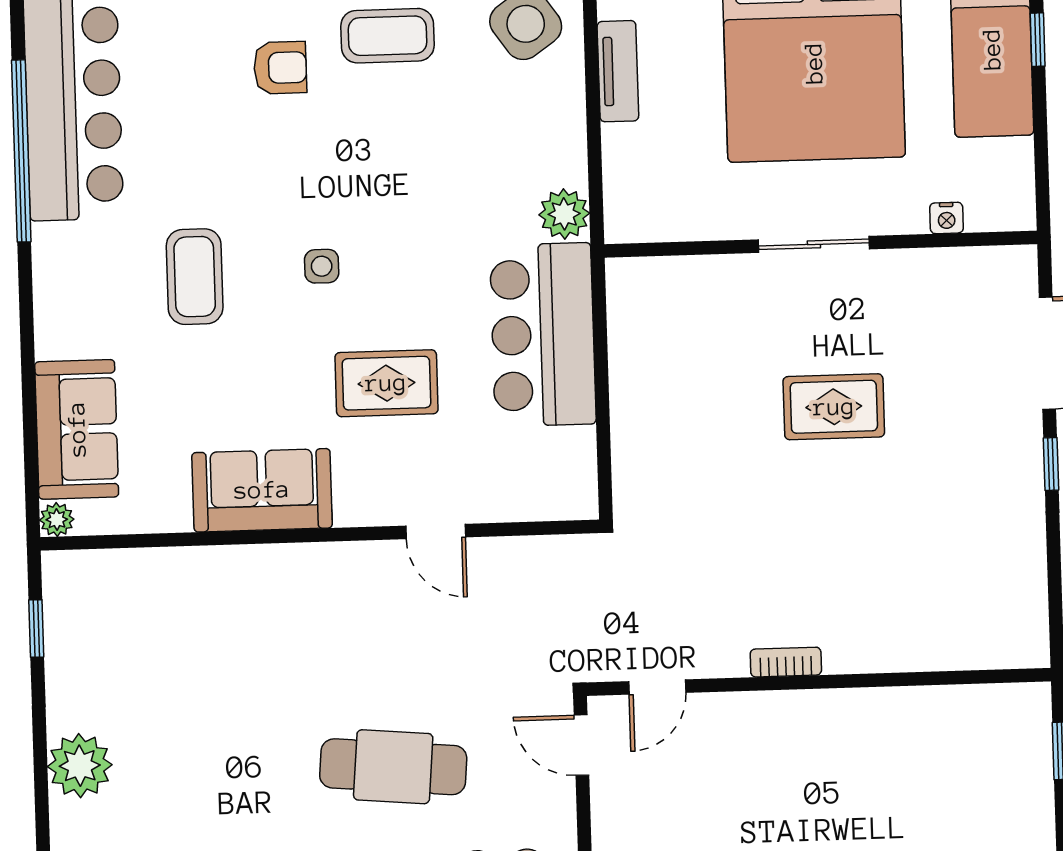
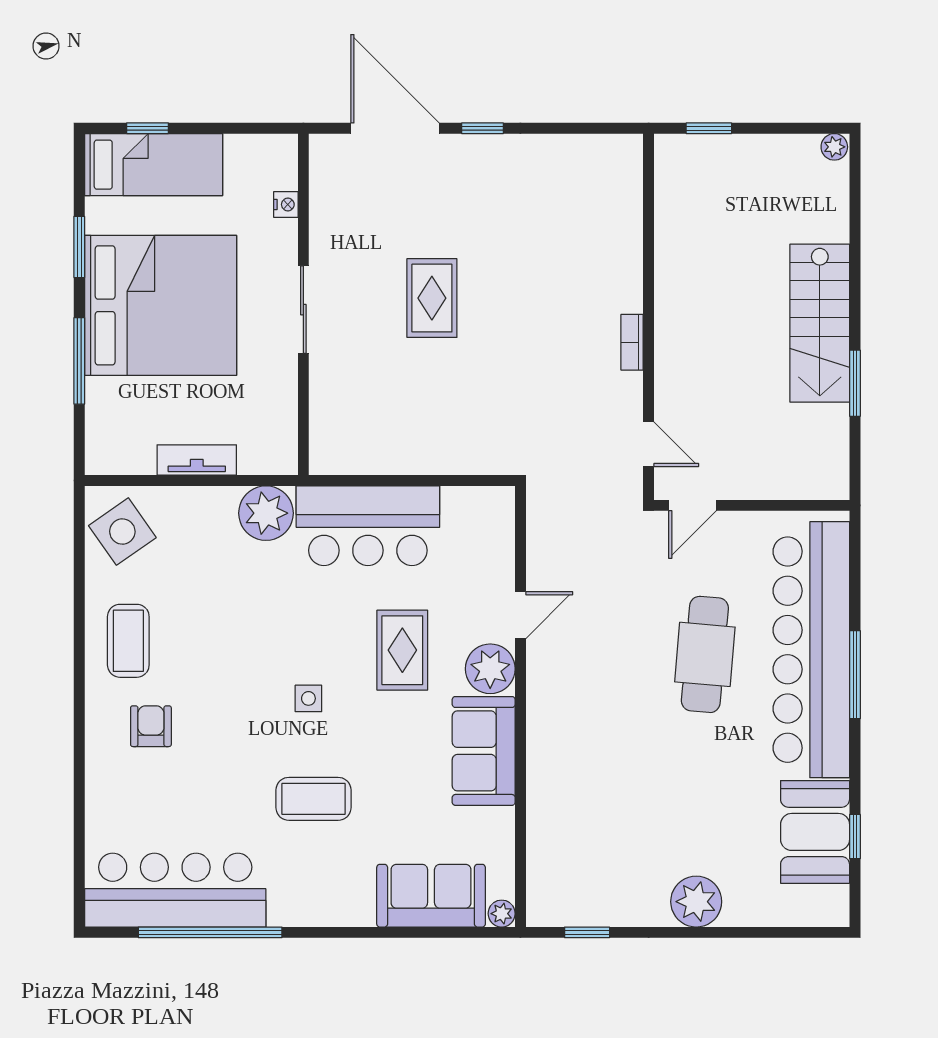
tv unit: (618, 71) -> (197, 460), moved
plant: (564, 214) -> (266, 513), width x1.36, depth x1.36
plant: (366, 495) -> (490, 669), added

